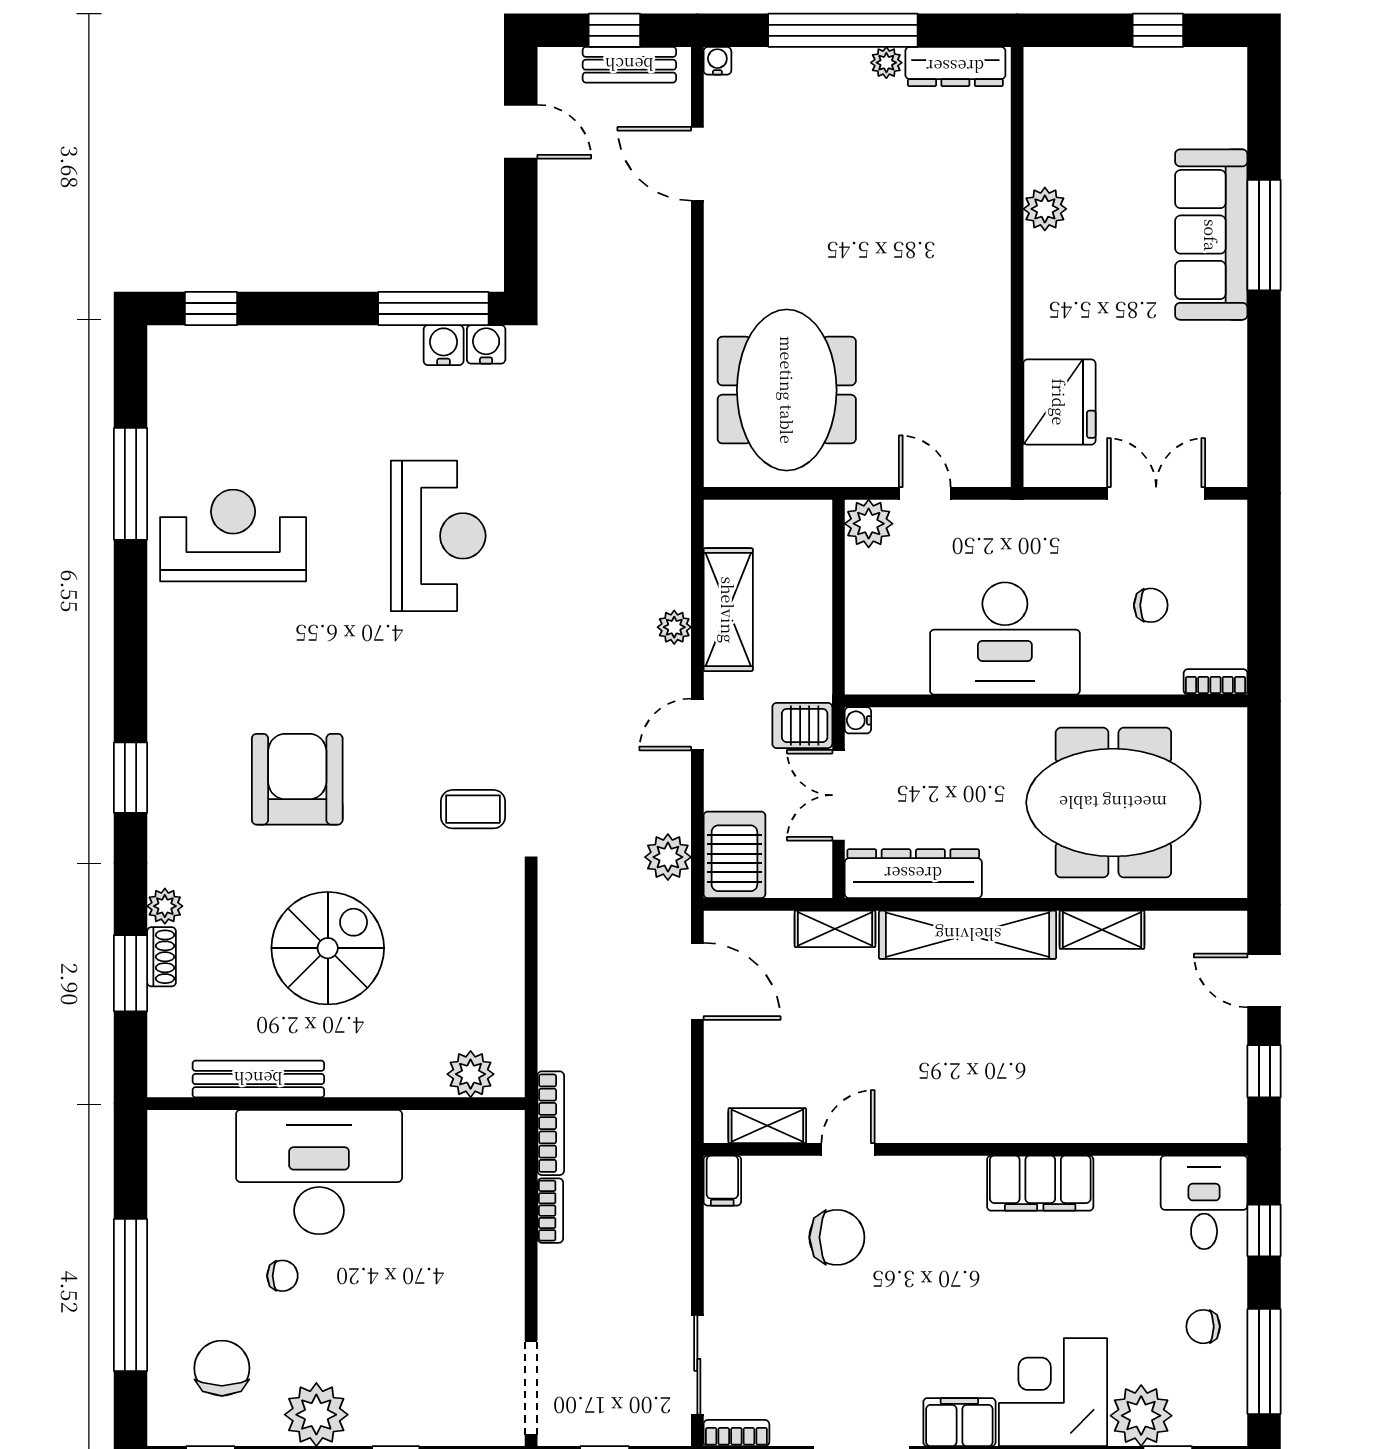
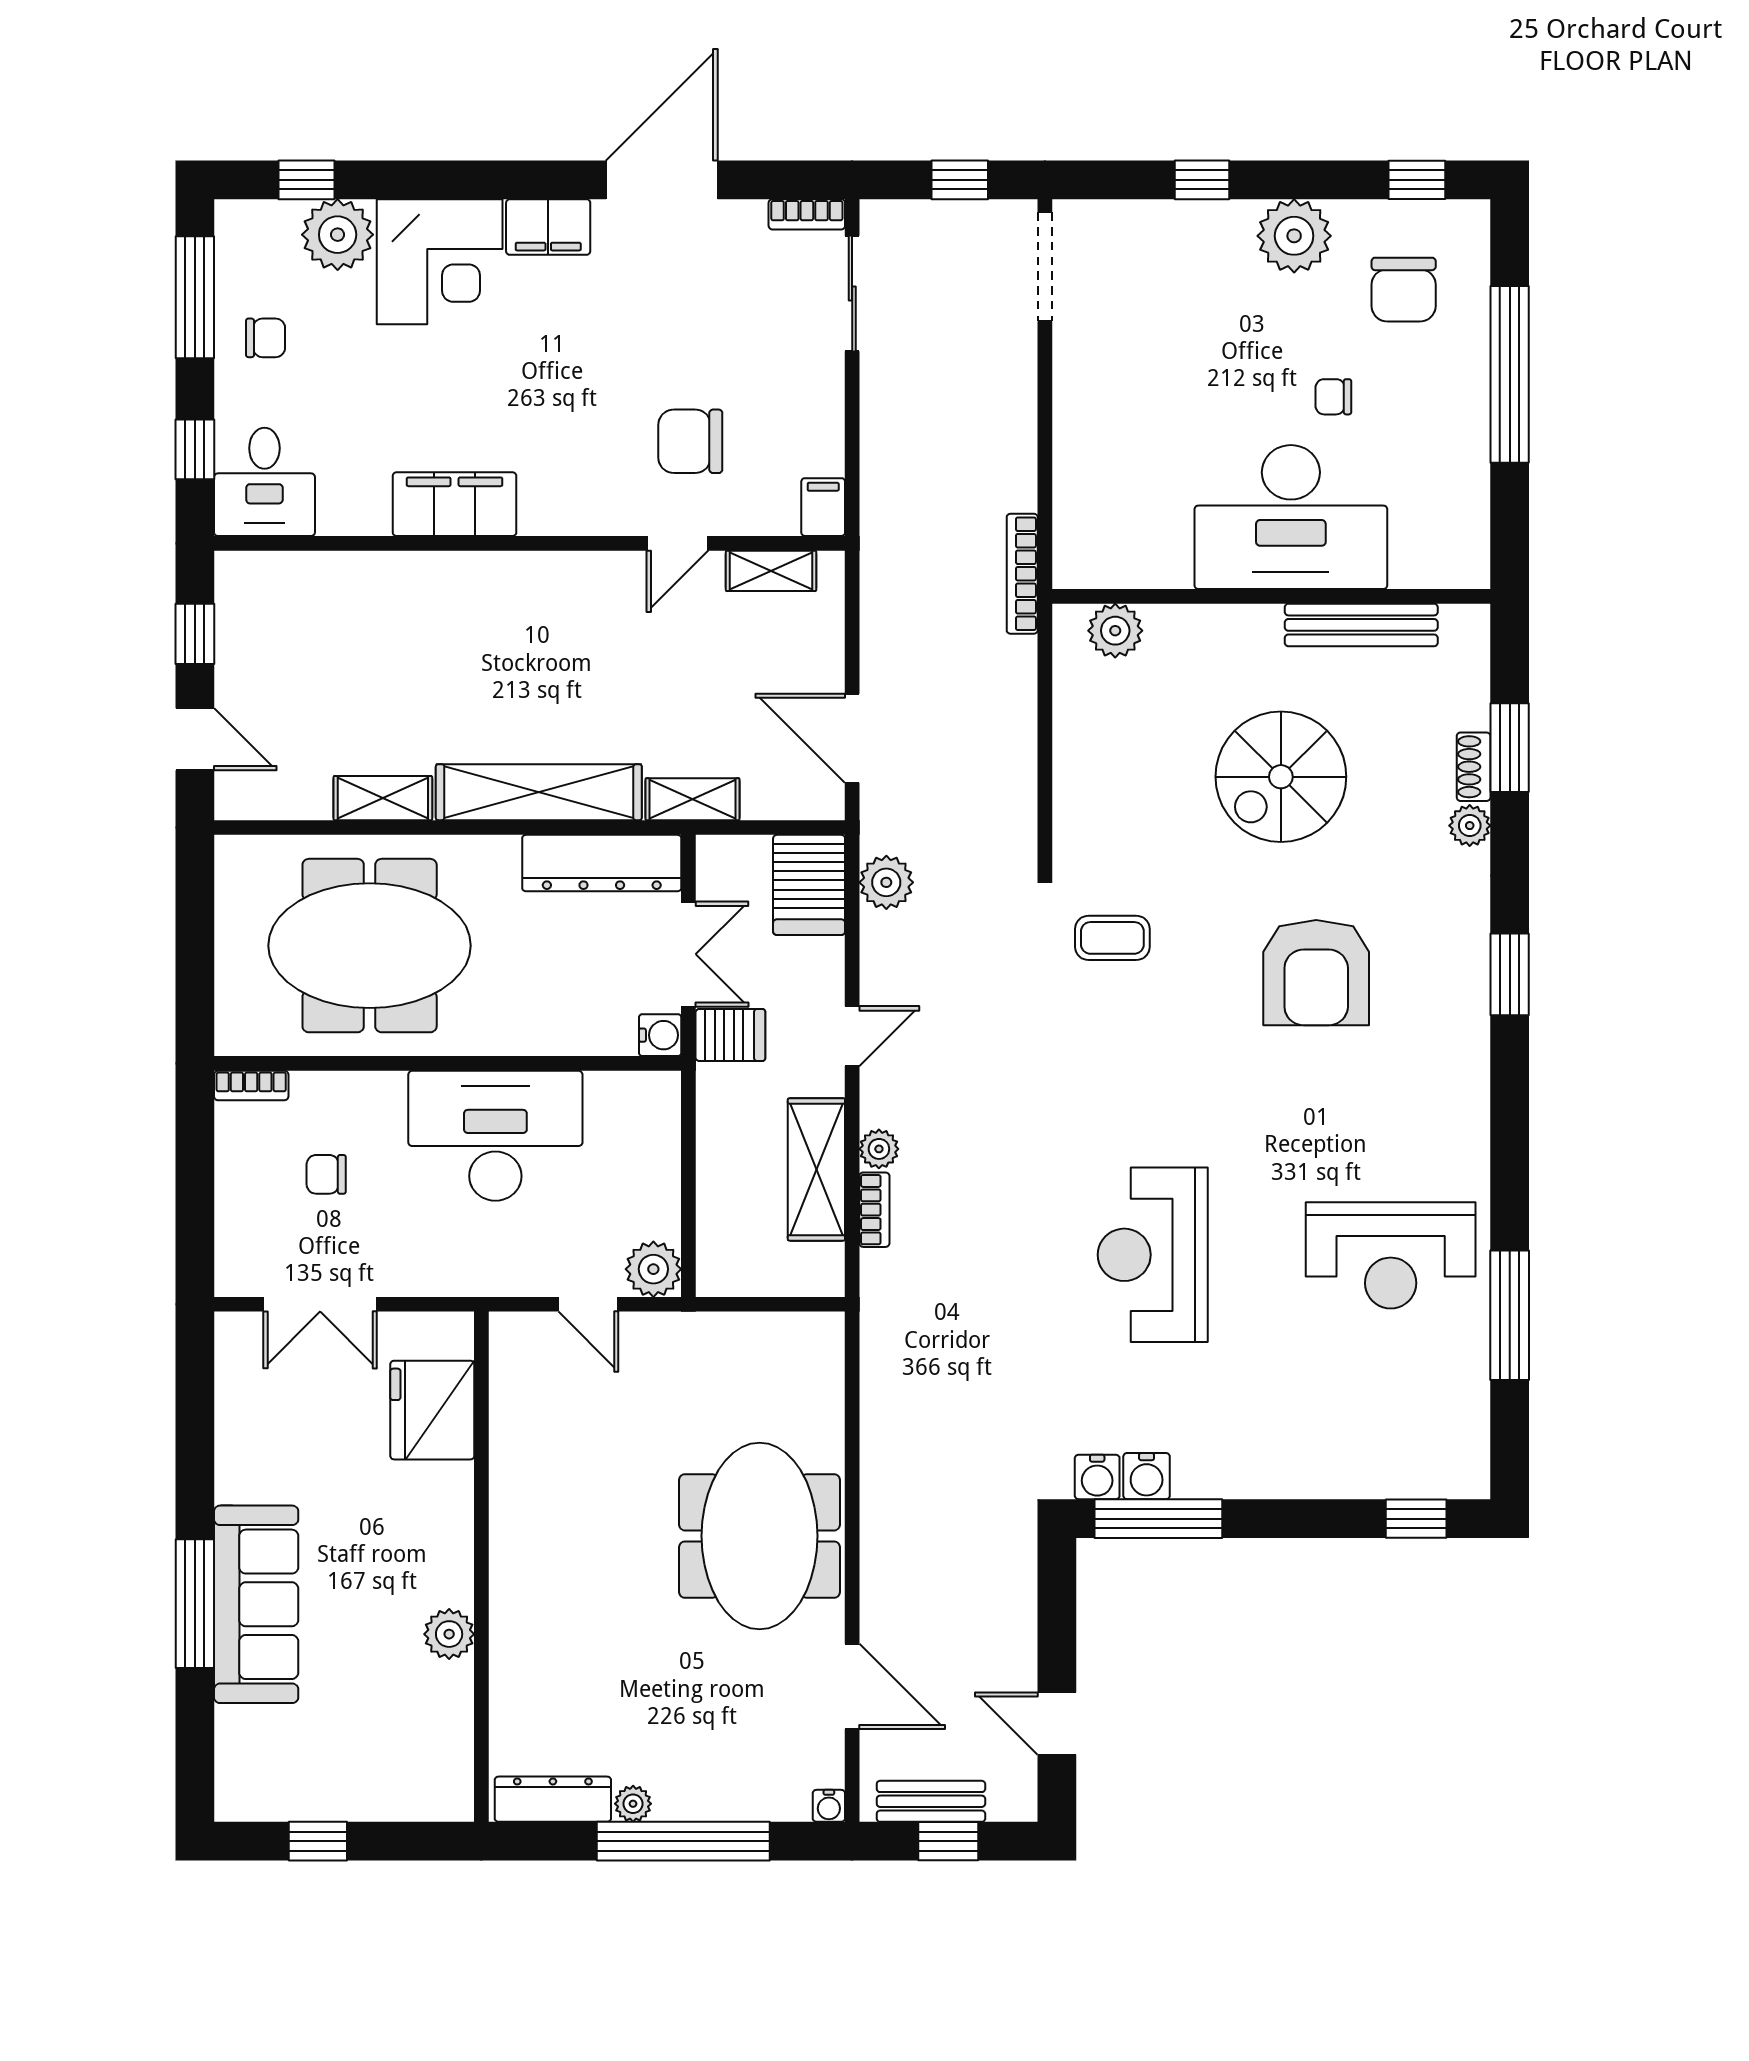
meeting table: (787, 390) -> (760, 1536), moved
water cooler: (858, 720) -> (660, 1035), width x1.38, depth x1.38
bookcase: (550, 1211) -> (874, 1210), moved, turned 180

